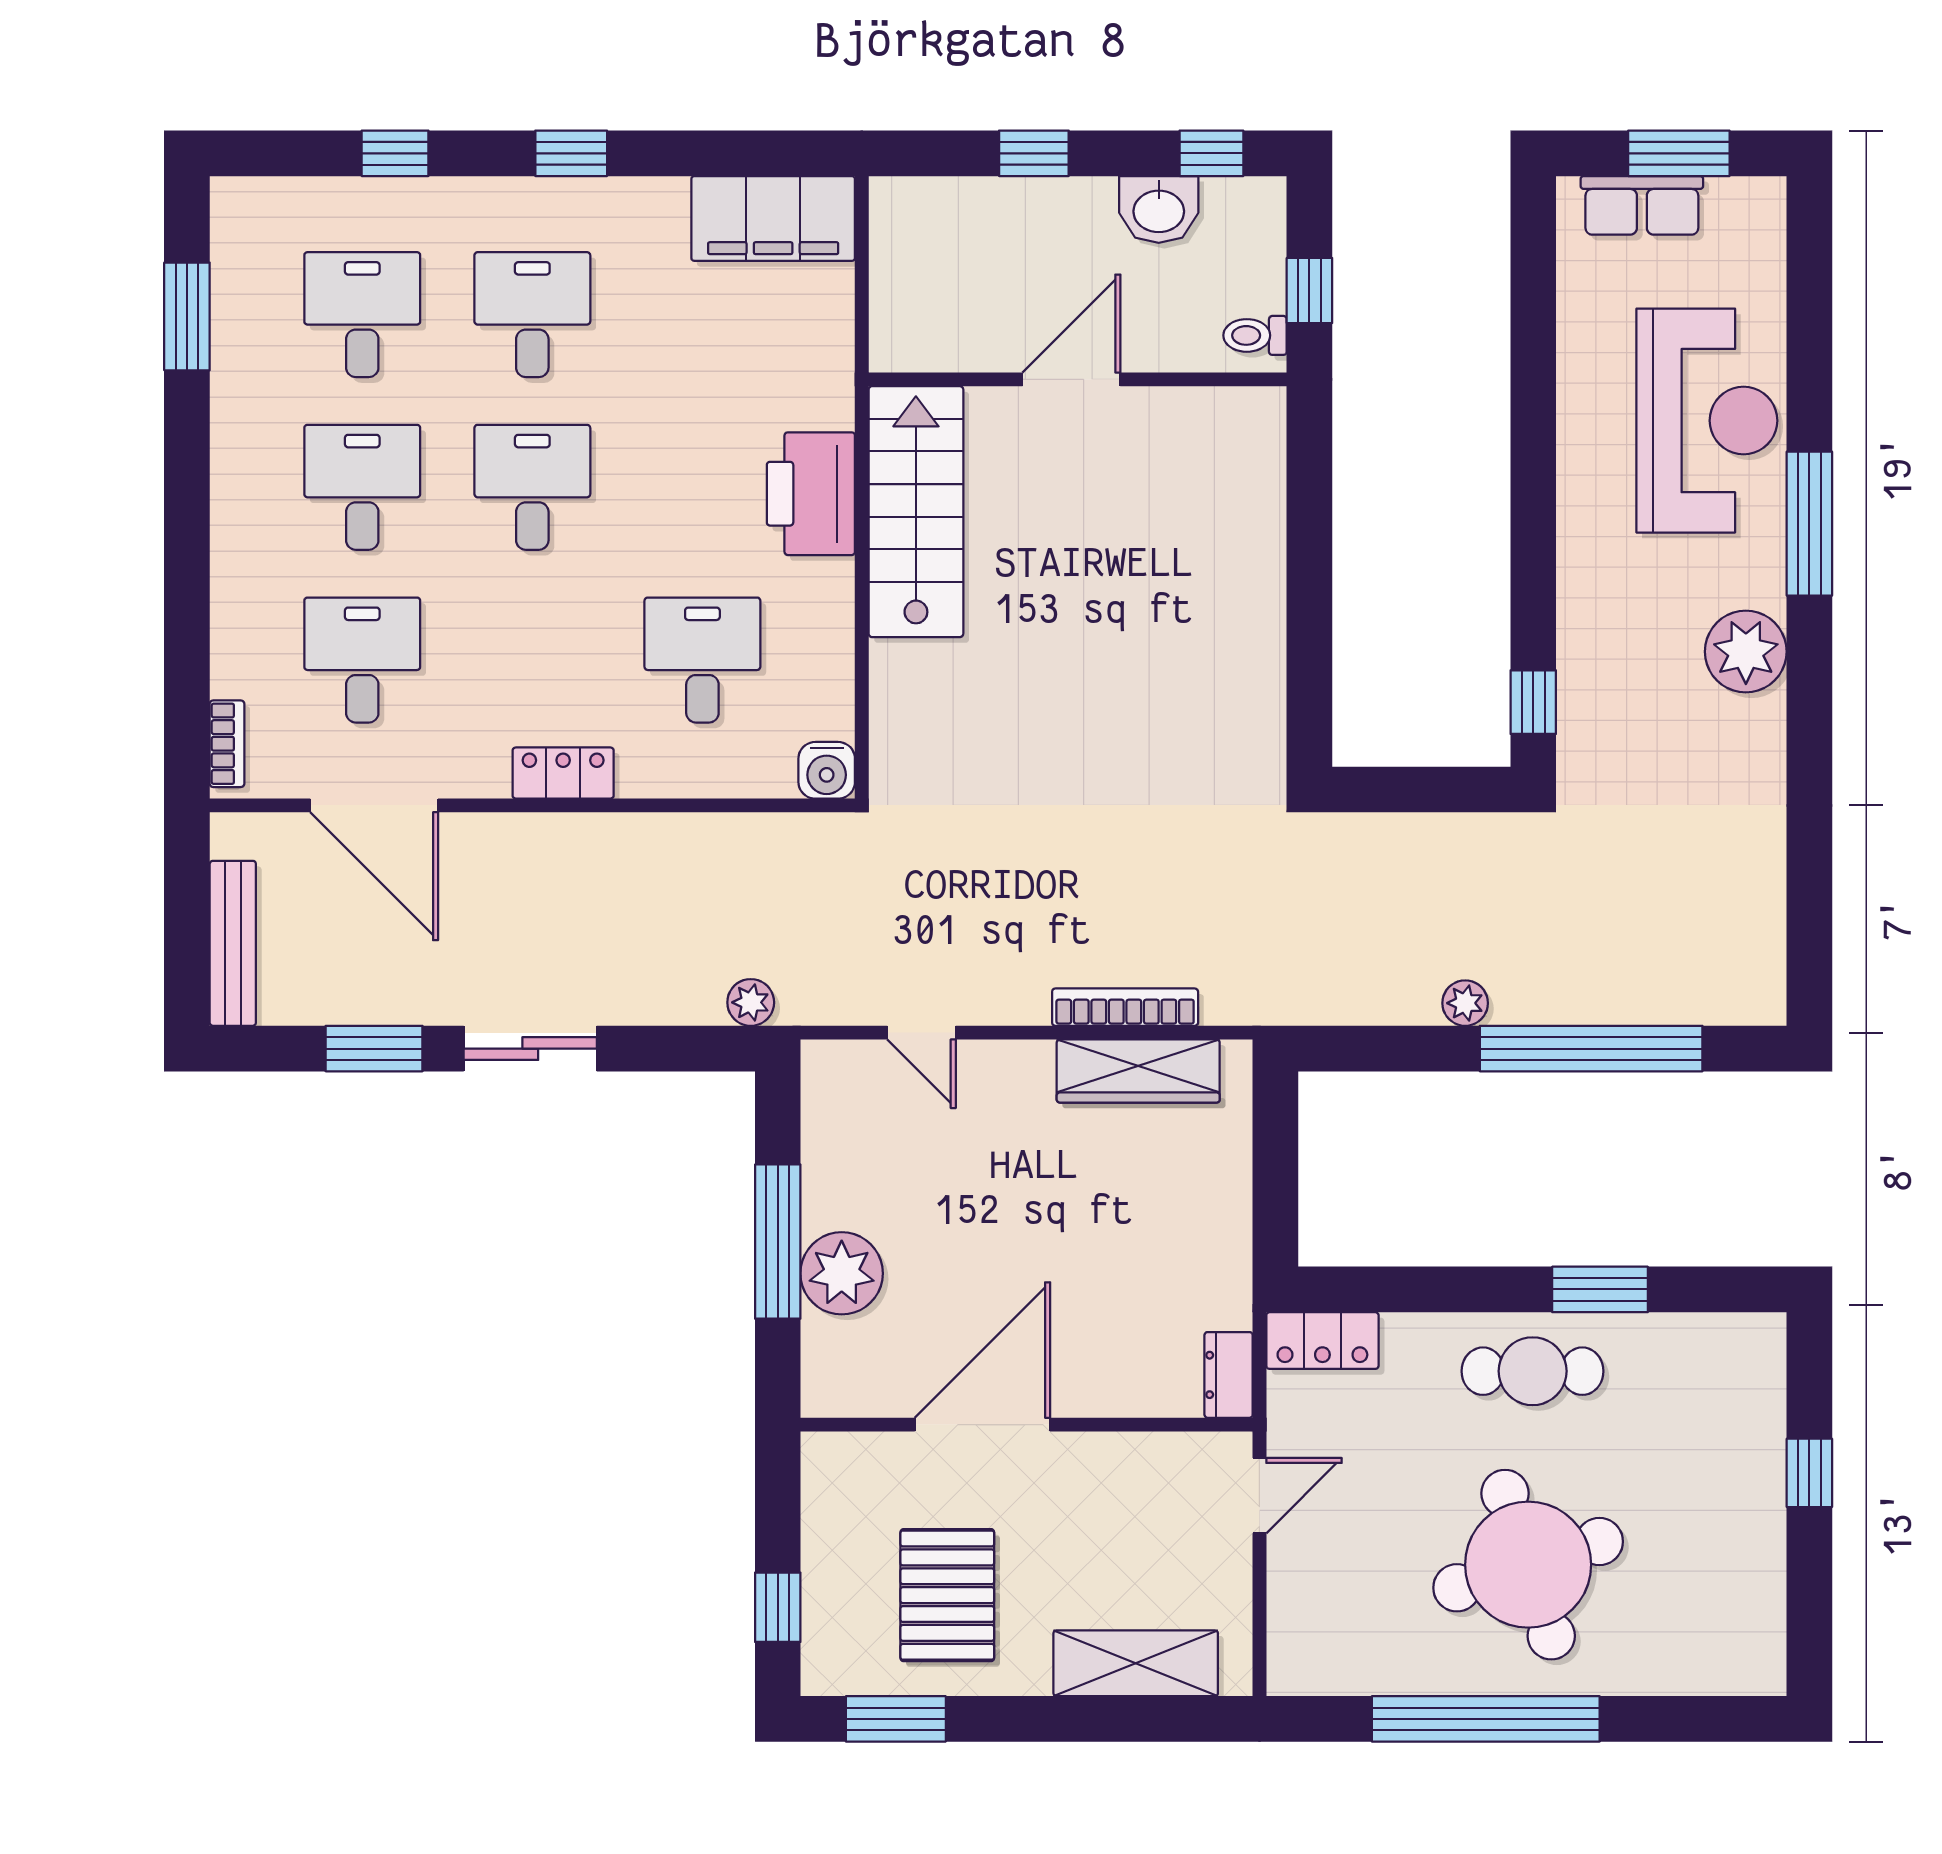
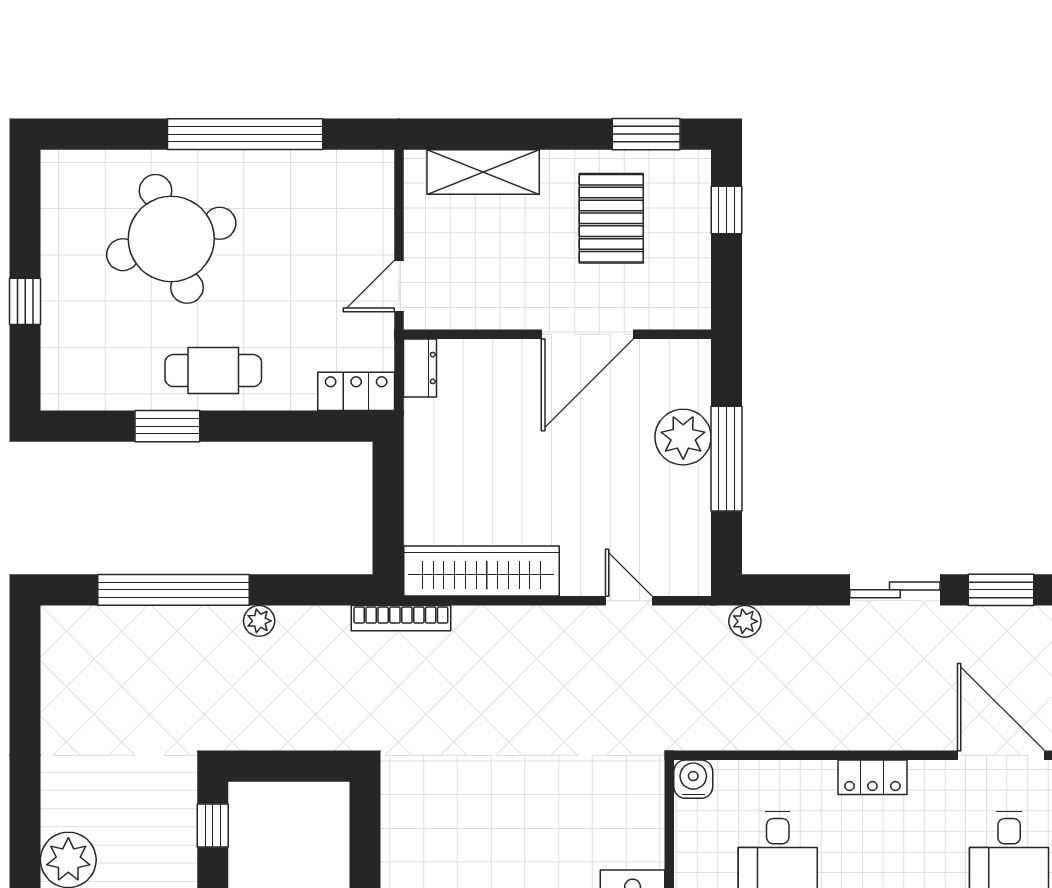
bookcase: (1125, 1007) -> (401, 618), moved
wardrobe: (1138, 1071) -> (481, 571), width x1.40, depth x1.17
round table: (1528, 1565) -> (171, 239), moved

